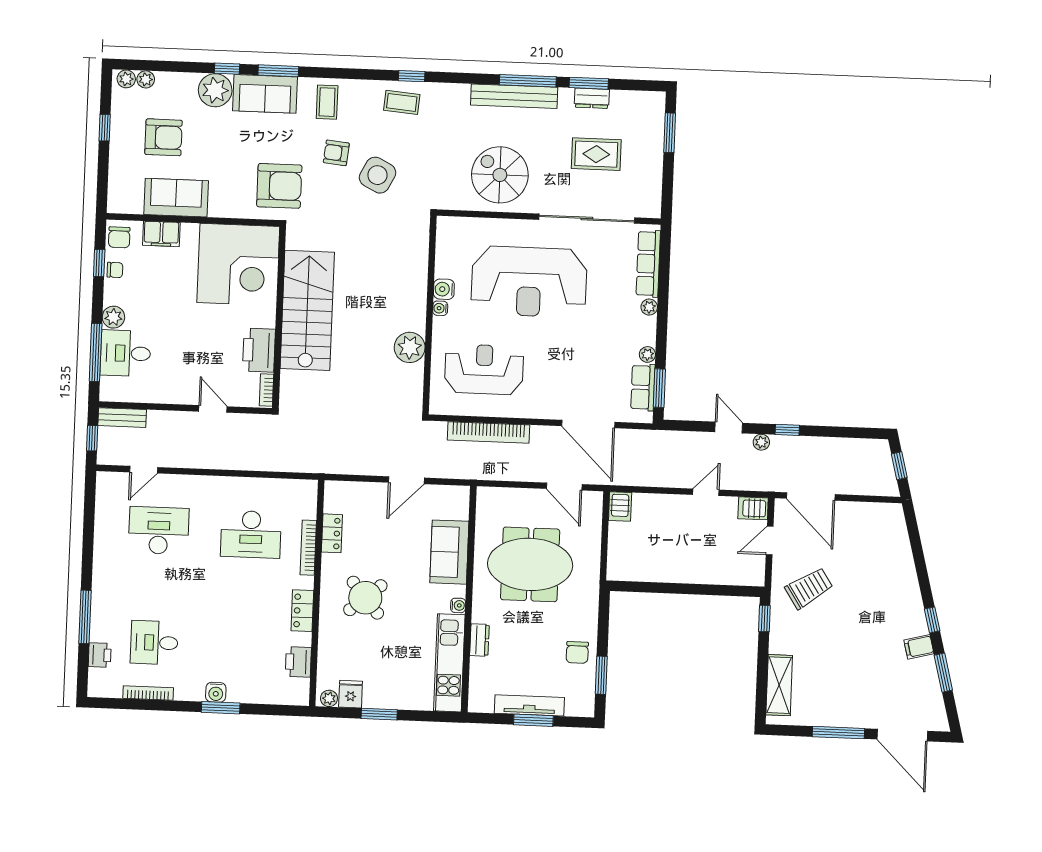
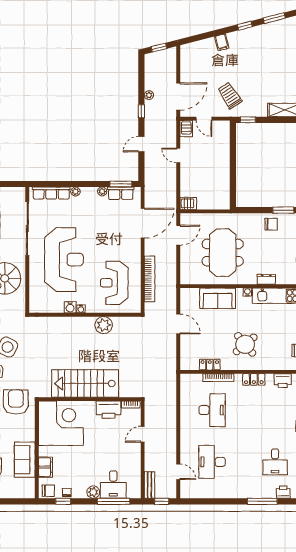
plant: (761, 442) -> (149, 95), moved
filing cabinet: (919, 647) -> (222, 42), moved

